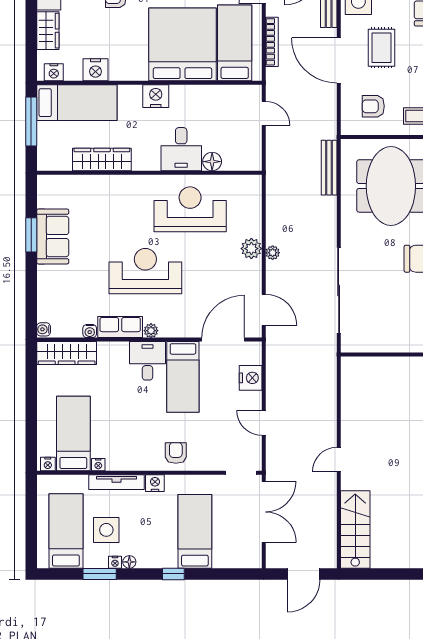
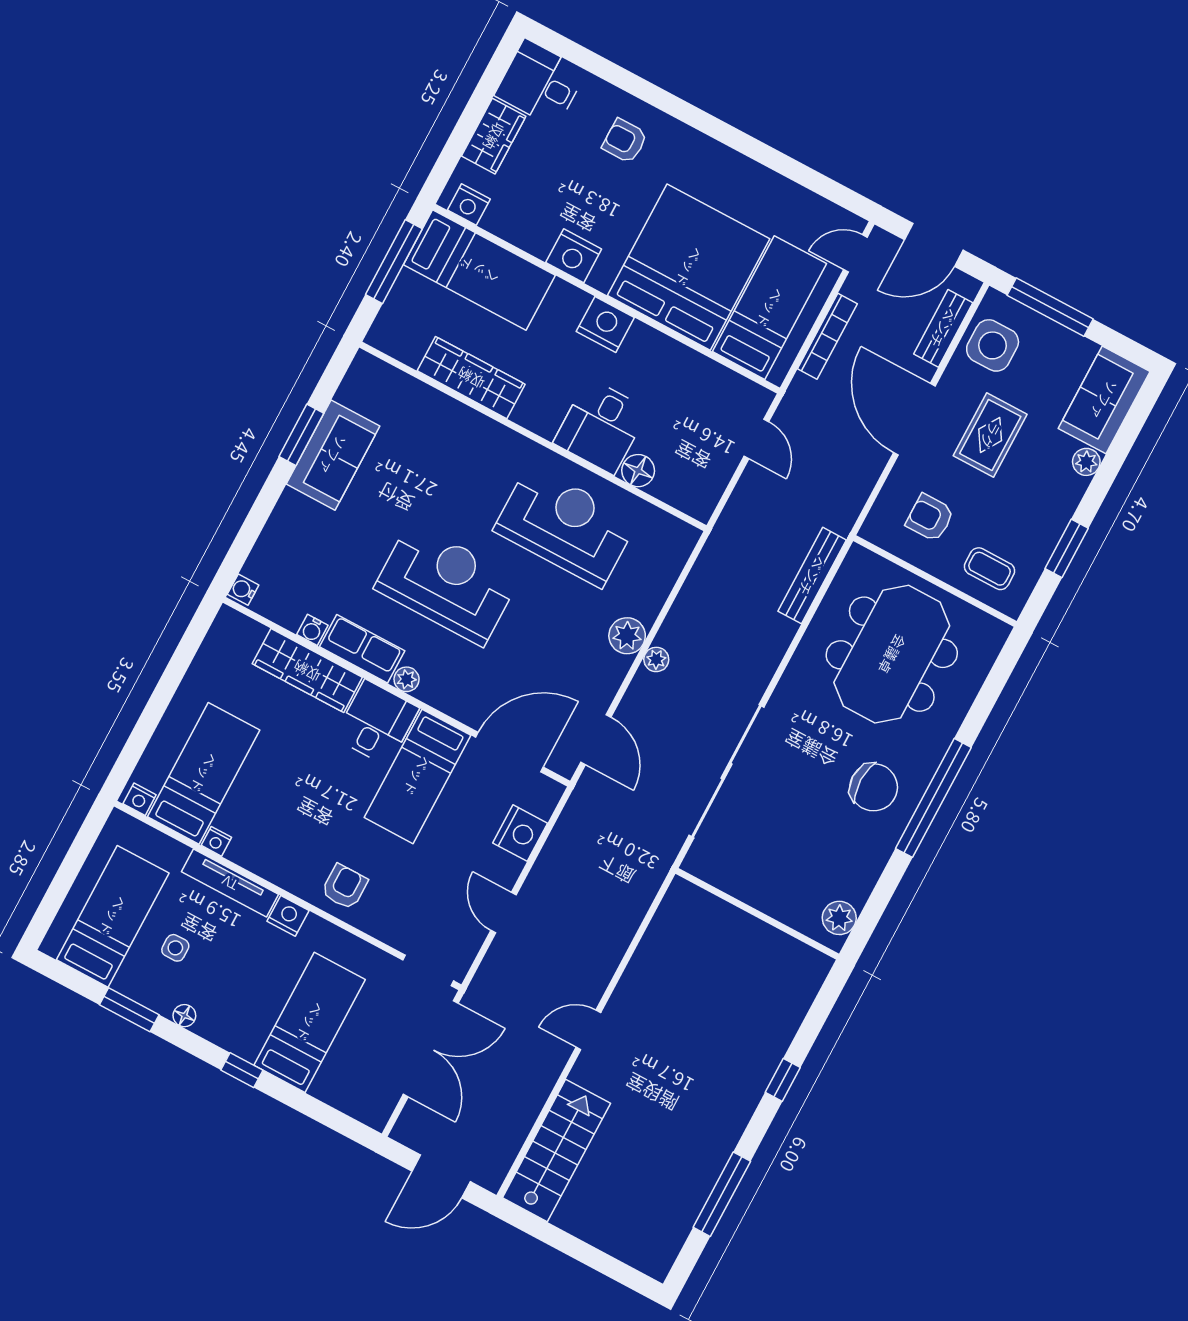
nightstand: (96, 70) -> (574, 256), moved
wardrobe: (67, 353) -> (307, 671), moved
side table: (106, 530) -> (175, 948), width x0.54, depth x0.54
nightstand: (115, 562) -> (162, 1004), removed

